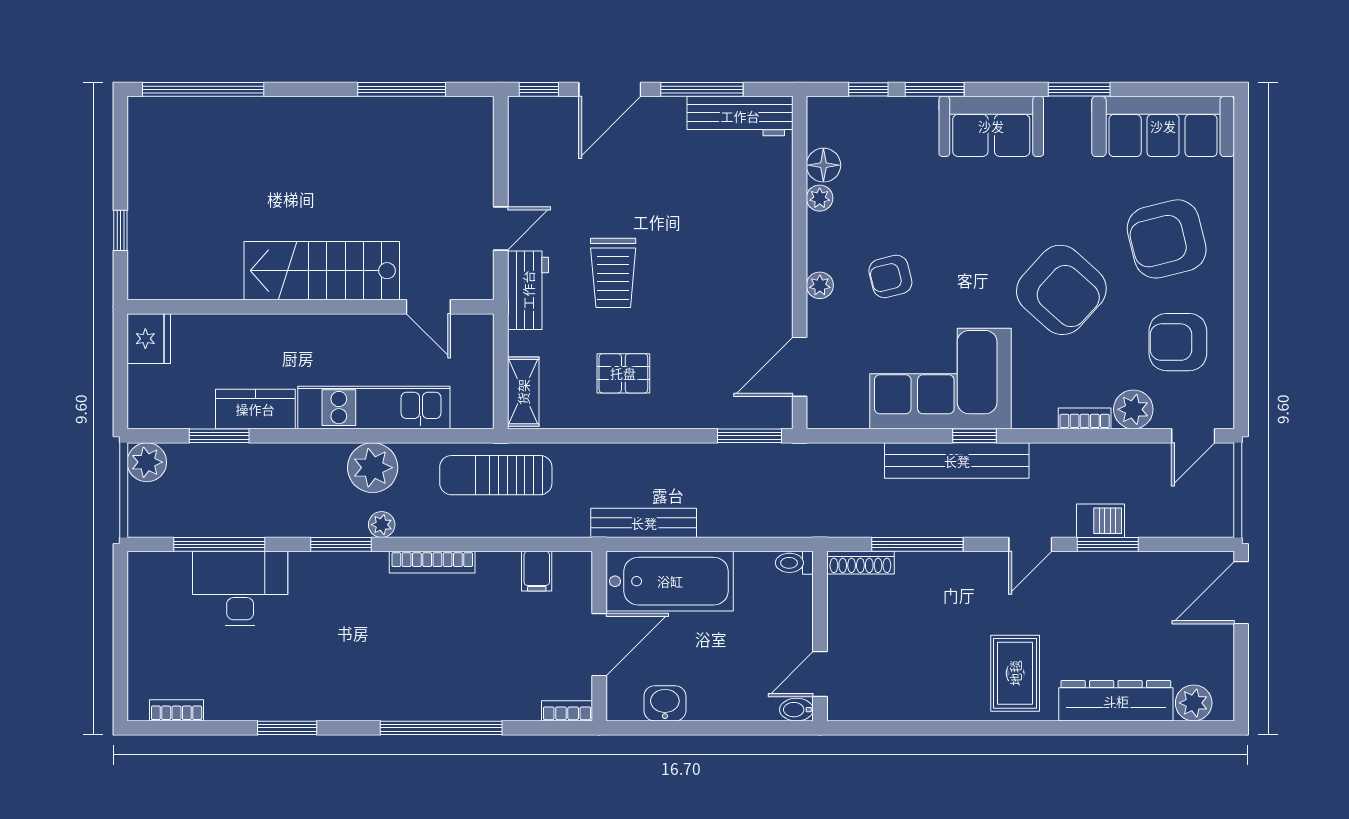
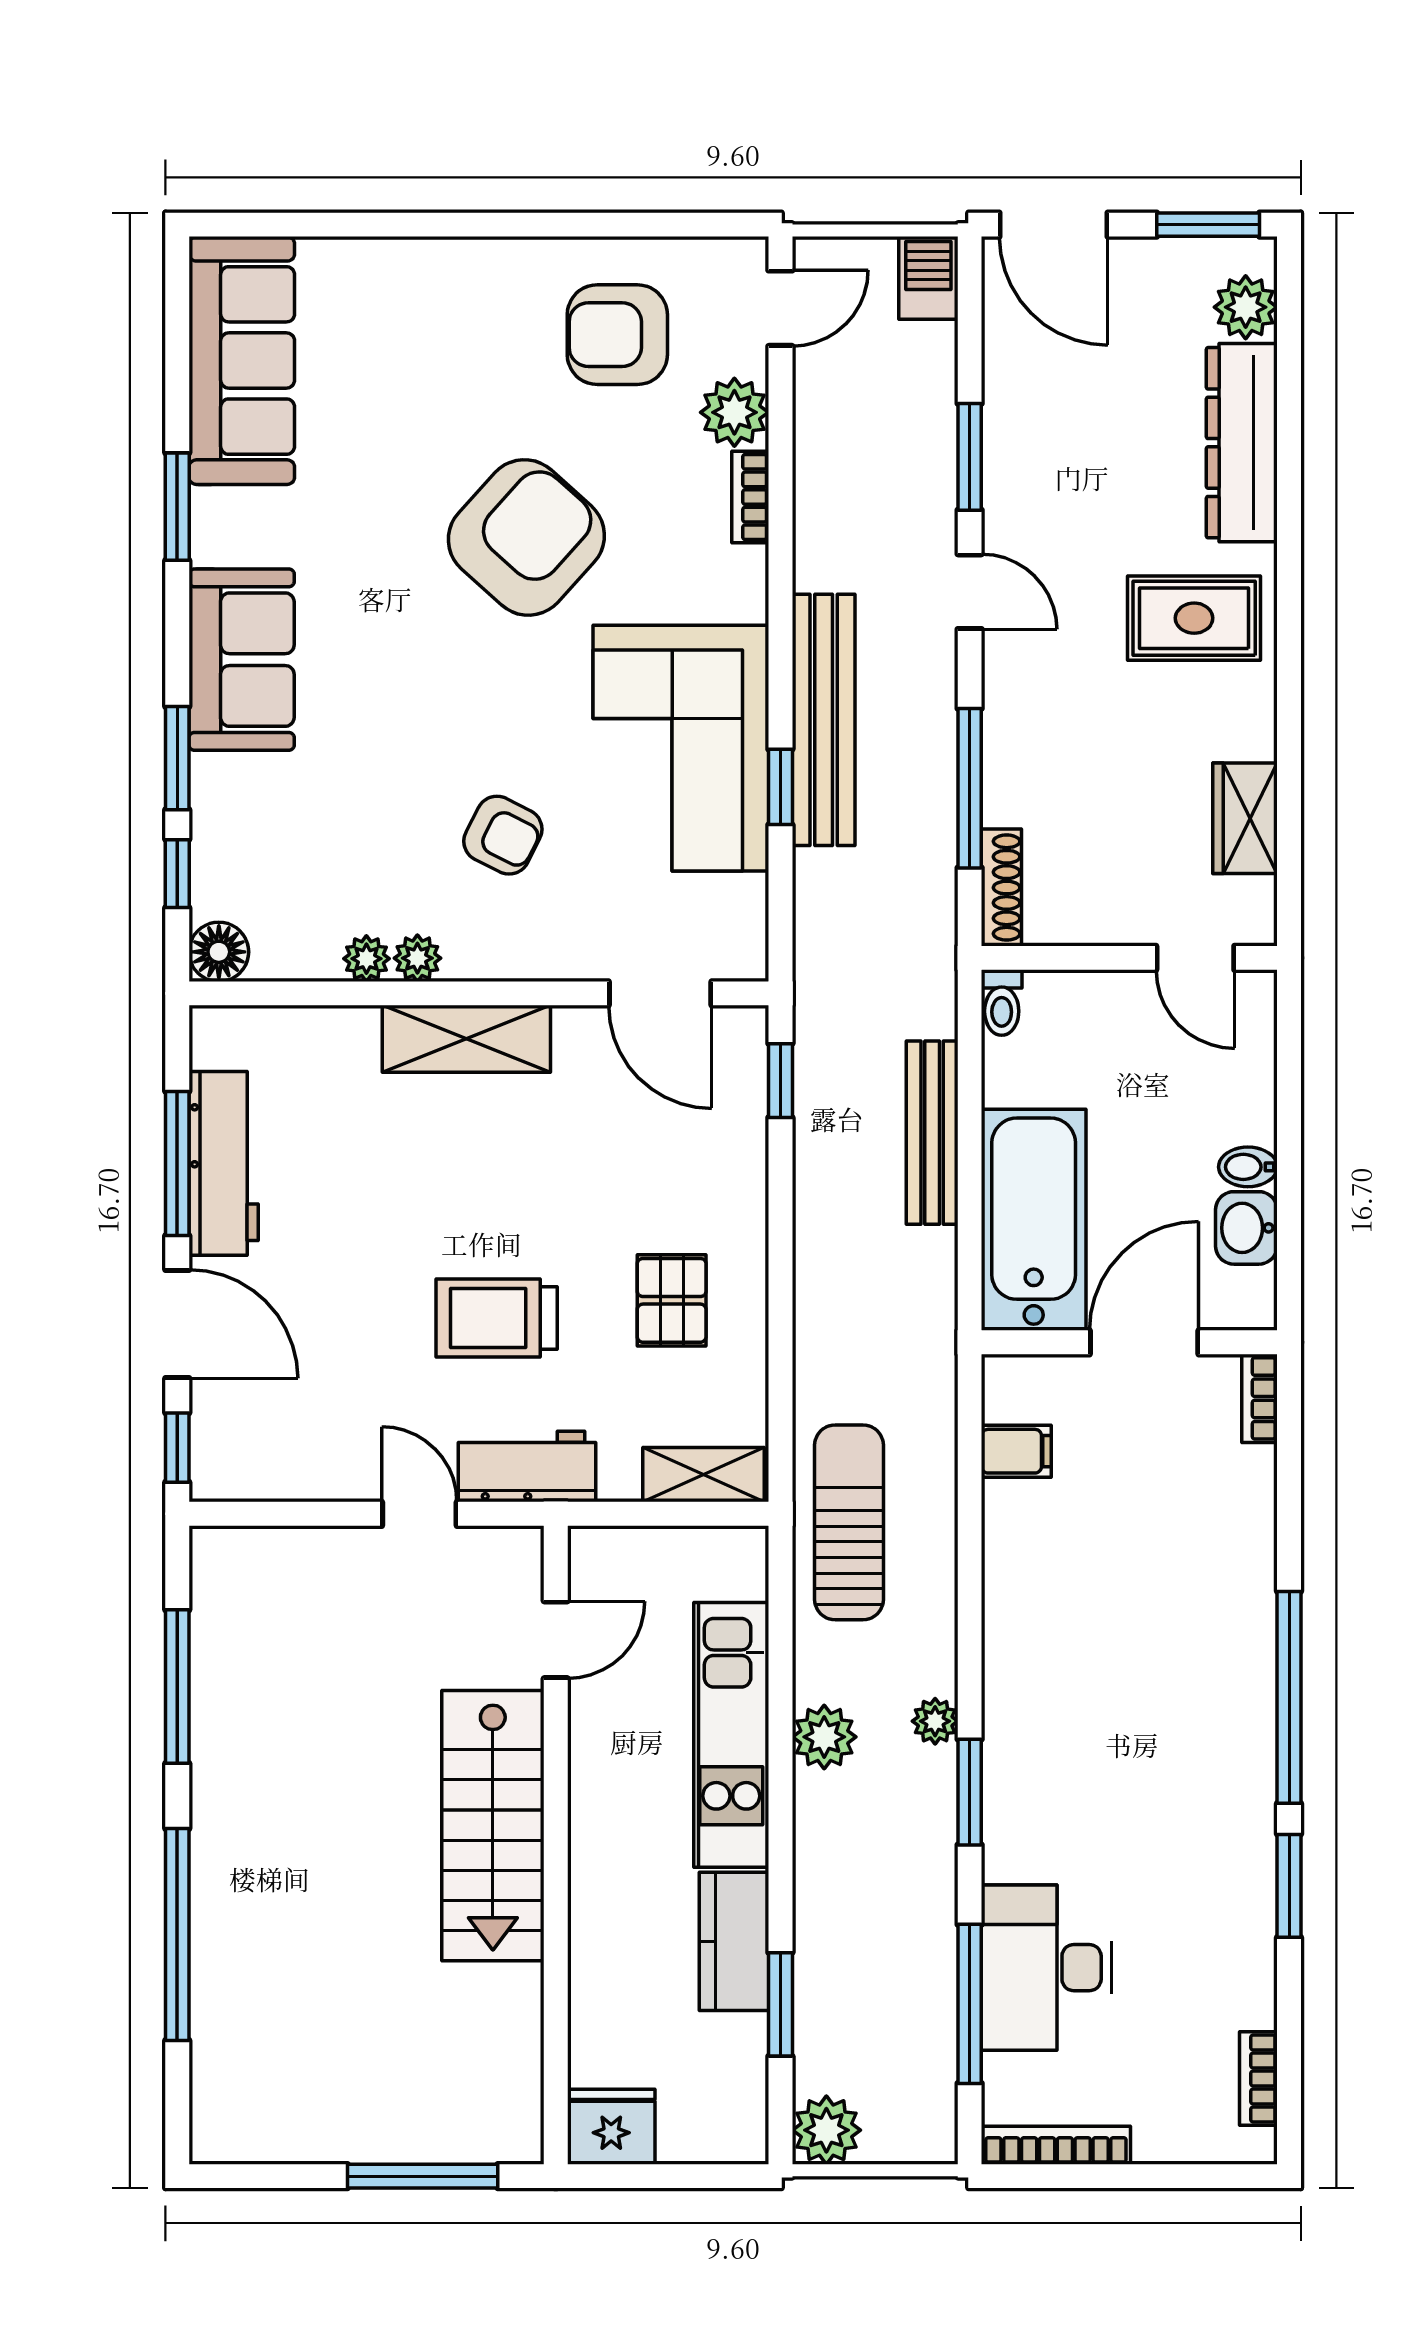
window: (203, 89) -> (177, 1935), moved
workbench: (740, 116) -> (224, 1163), moved
floor lamp: (823, 165) -> (219, 952), moved
window: (120, 230) -> (423, 2176), width x2.17
armchair: (1167, 239) -> (438, 354), removed
shelving: (774, 255) -> (466, 1039), added
trolley: (613, 273) -> (497, 1318), turned 180
armchair: (890, 276) -> (503, 835), turned -49
plant: (820, 285) -> (417, 958), moved
armchair: (1178, 342) -> (617, 335), turned 90
window: (750, 436) -> (780, 1081), width x0.67
window: (974, 436) -> (780, 787), moved
door: (1193, 436) -> (780, 308), hinge flipped
plant: (373, 468) -> (824, 1737), width x0.73, depth x0.73
sun lounger: (496, 475) -> (849, 1522), turned 180
barbecue: (1101, 521) -> (928, 278), moved
bench: (644, 523) -> (932, 1133), moved
bookcase: (432, 562) -> (1056, 2145), moved, turned -90
door: (599, 645) -> (1144, 1342), hinge flipped
window: (1241, 681) -> (1208, 225), added
wardrobe: (900, 703) -> (1245, 818), added
bidet: (796, 710) -> (1248, 1167), moved, turned 90
window: (441, 728) -> (1289, 1697), moved

